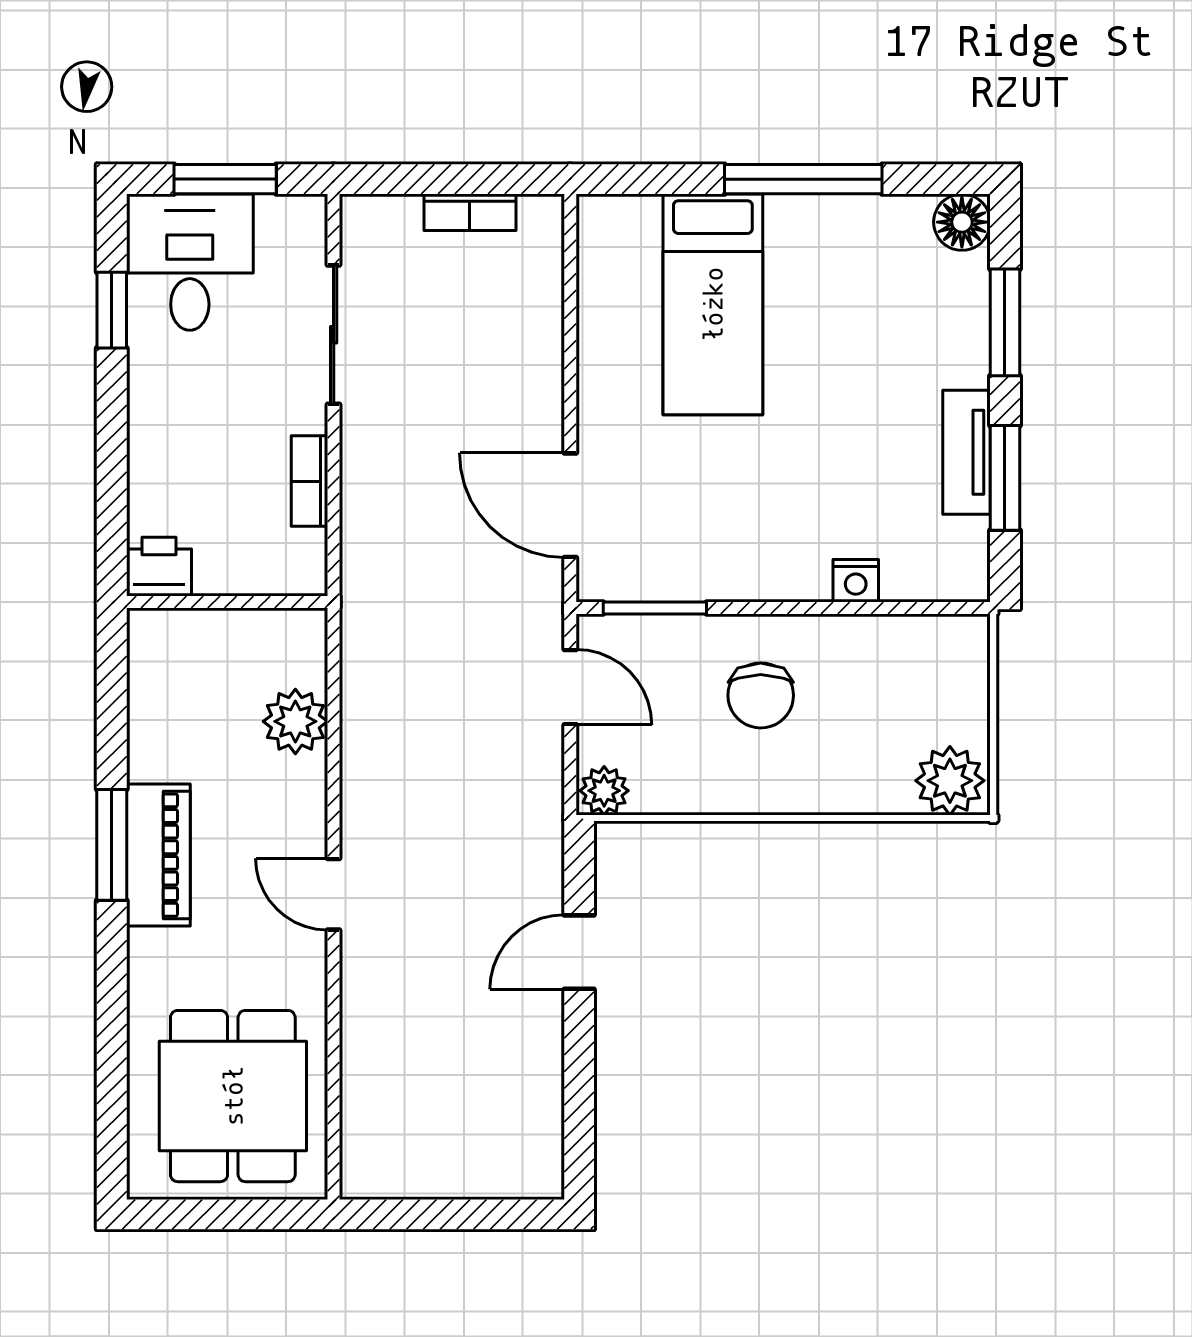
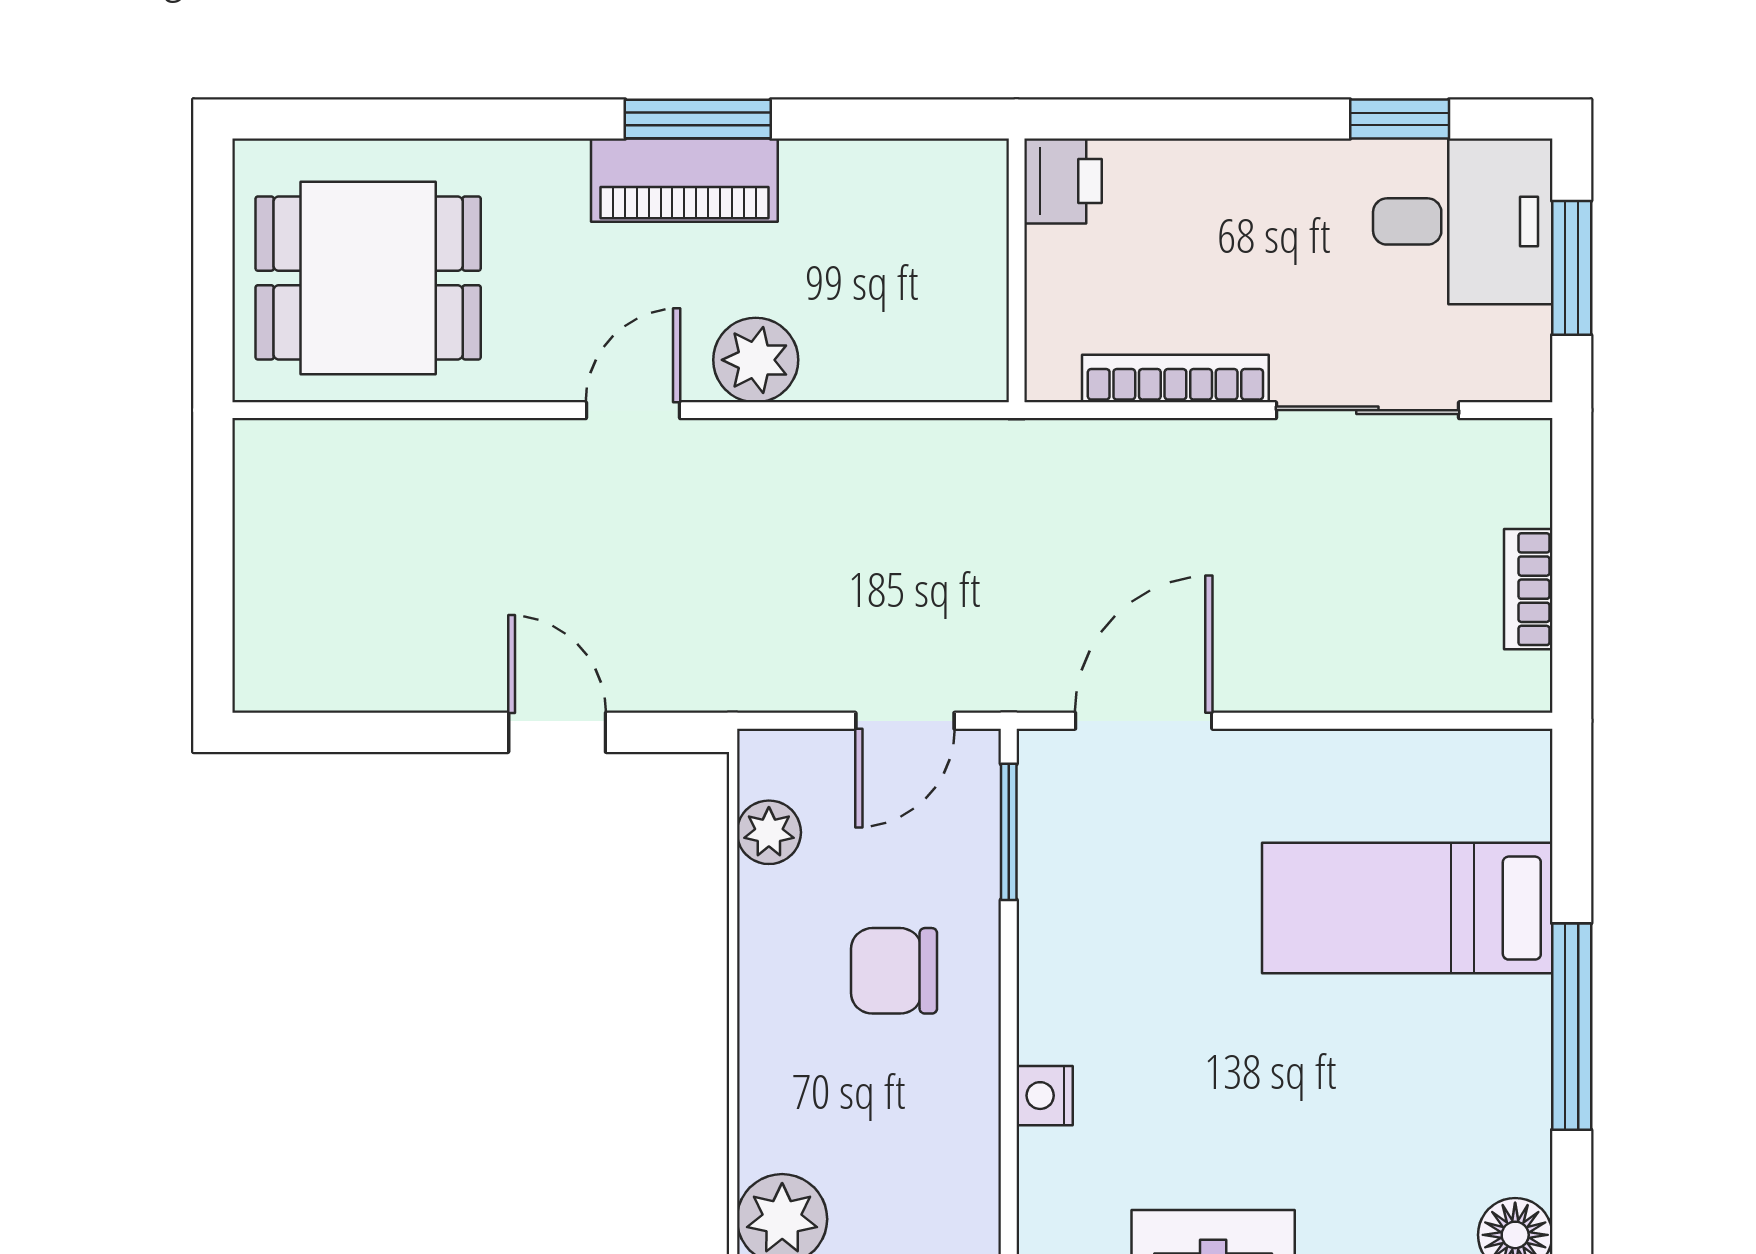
bookcase: (309, 481) -> (1175, 379), width x1.56
plant: (295, 721) -> (756, 360), moved
plant: (604, 791) -> (769, 832), moved

